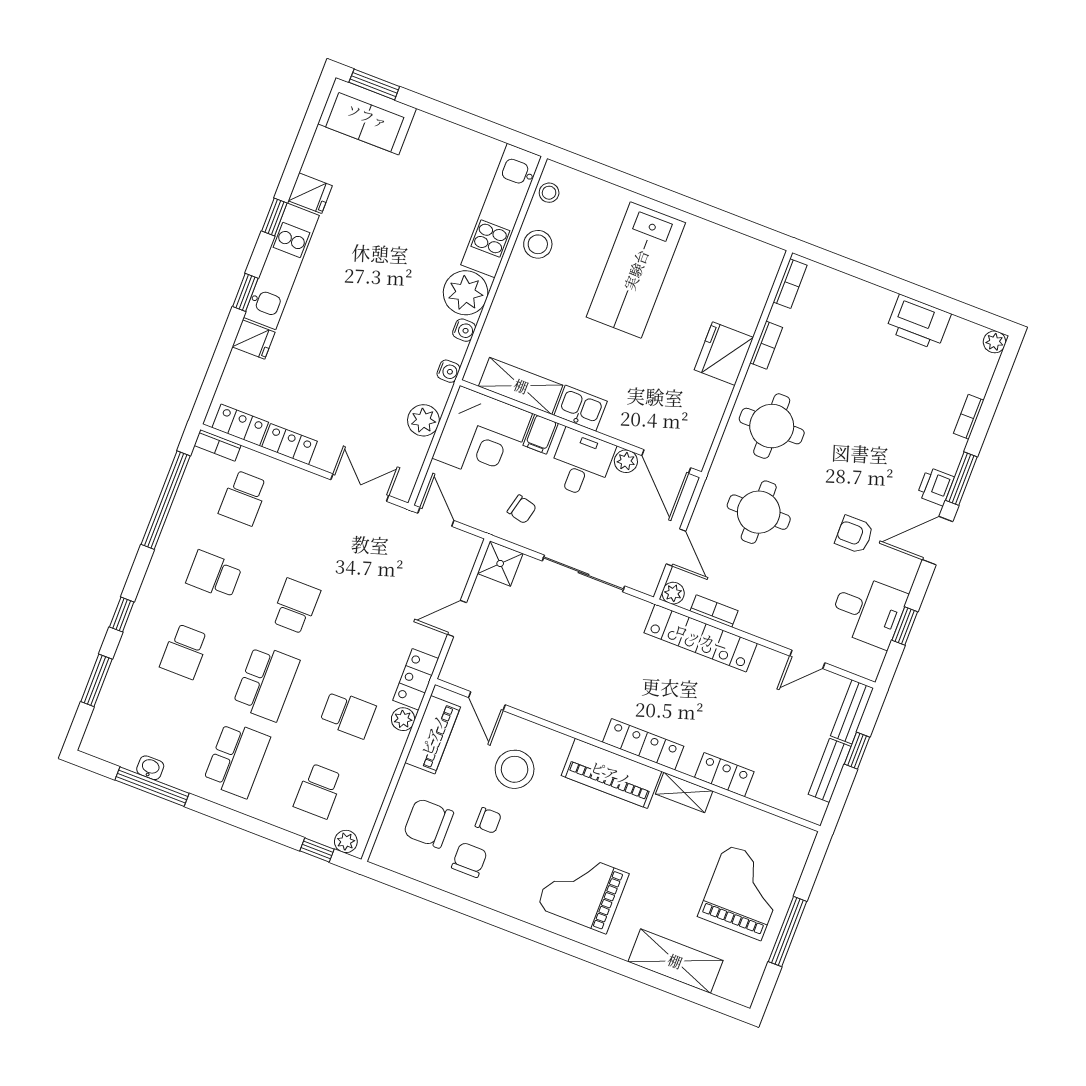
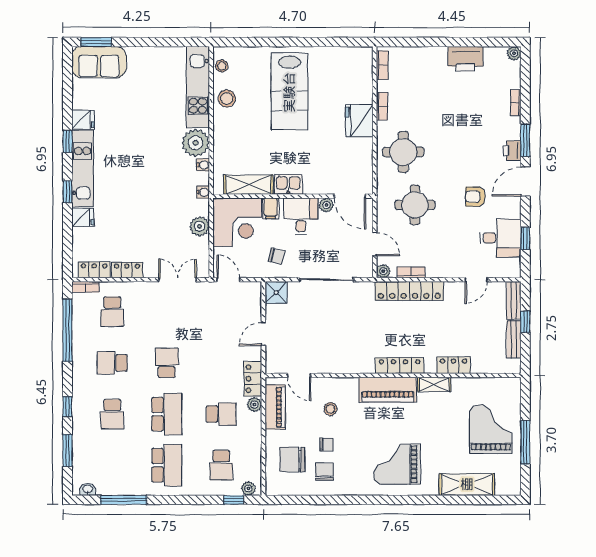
washbasin: (150, 768) -> (88, 489), moved
stool: (515, 769) -> (330, 409), width x0.53, depth x0.53

